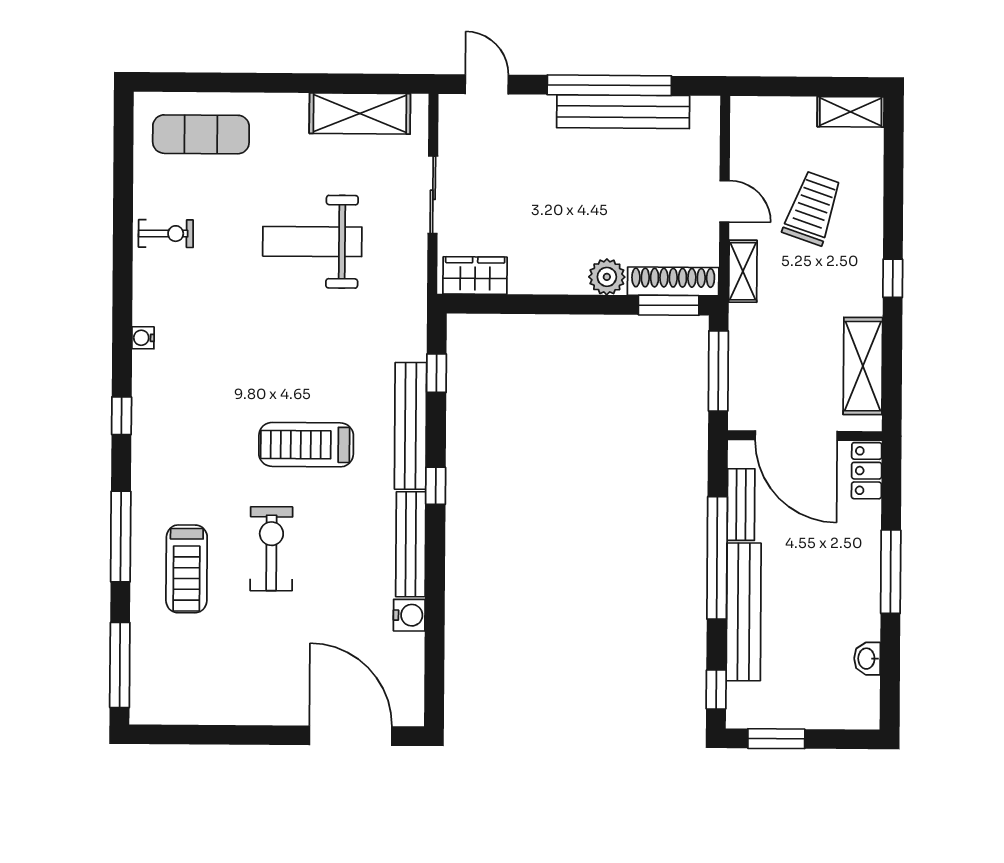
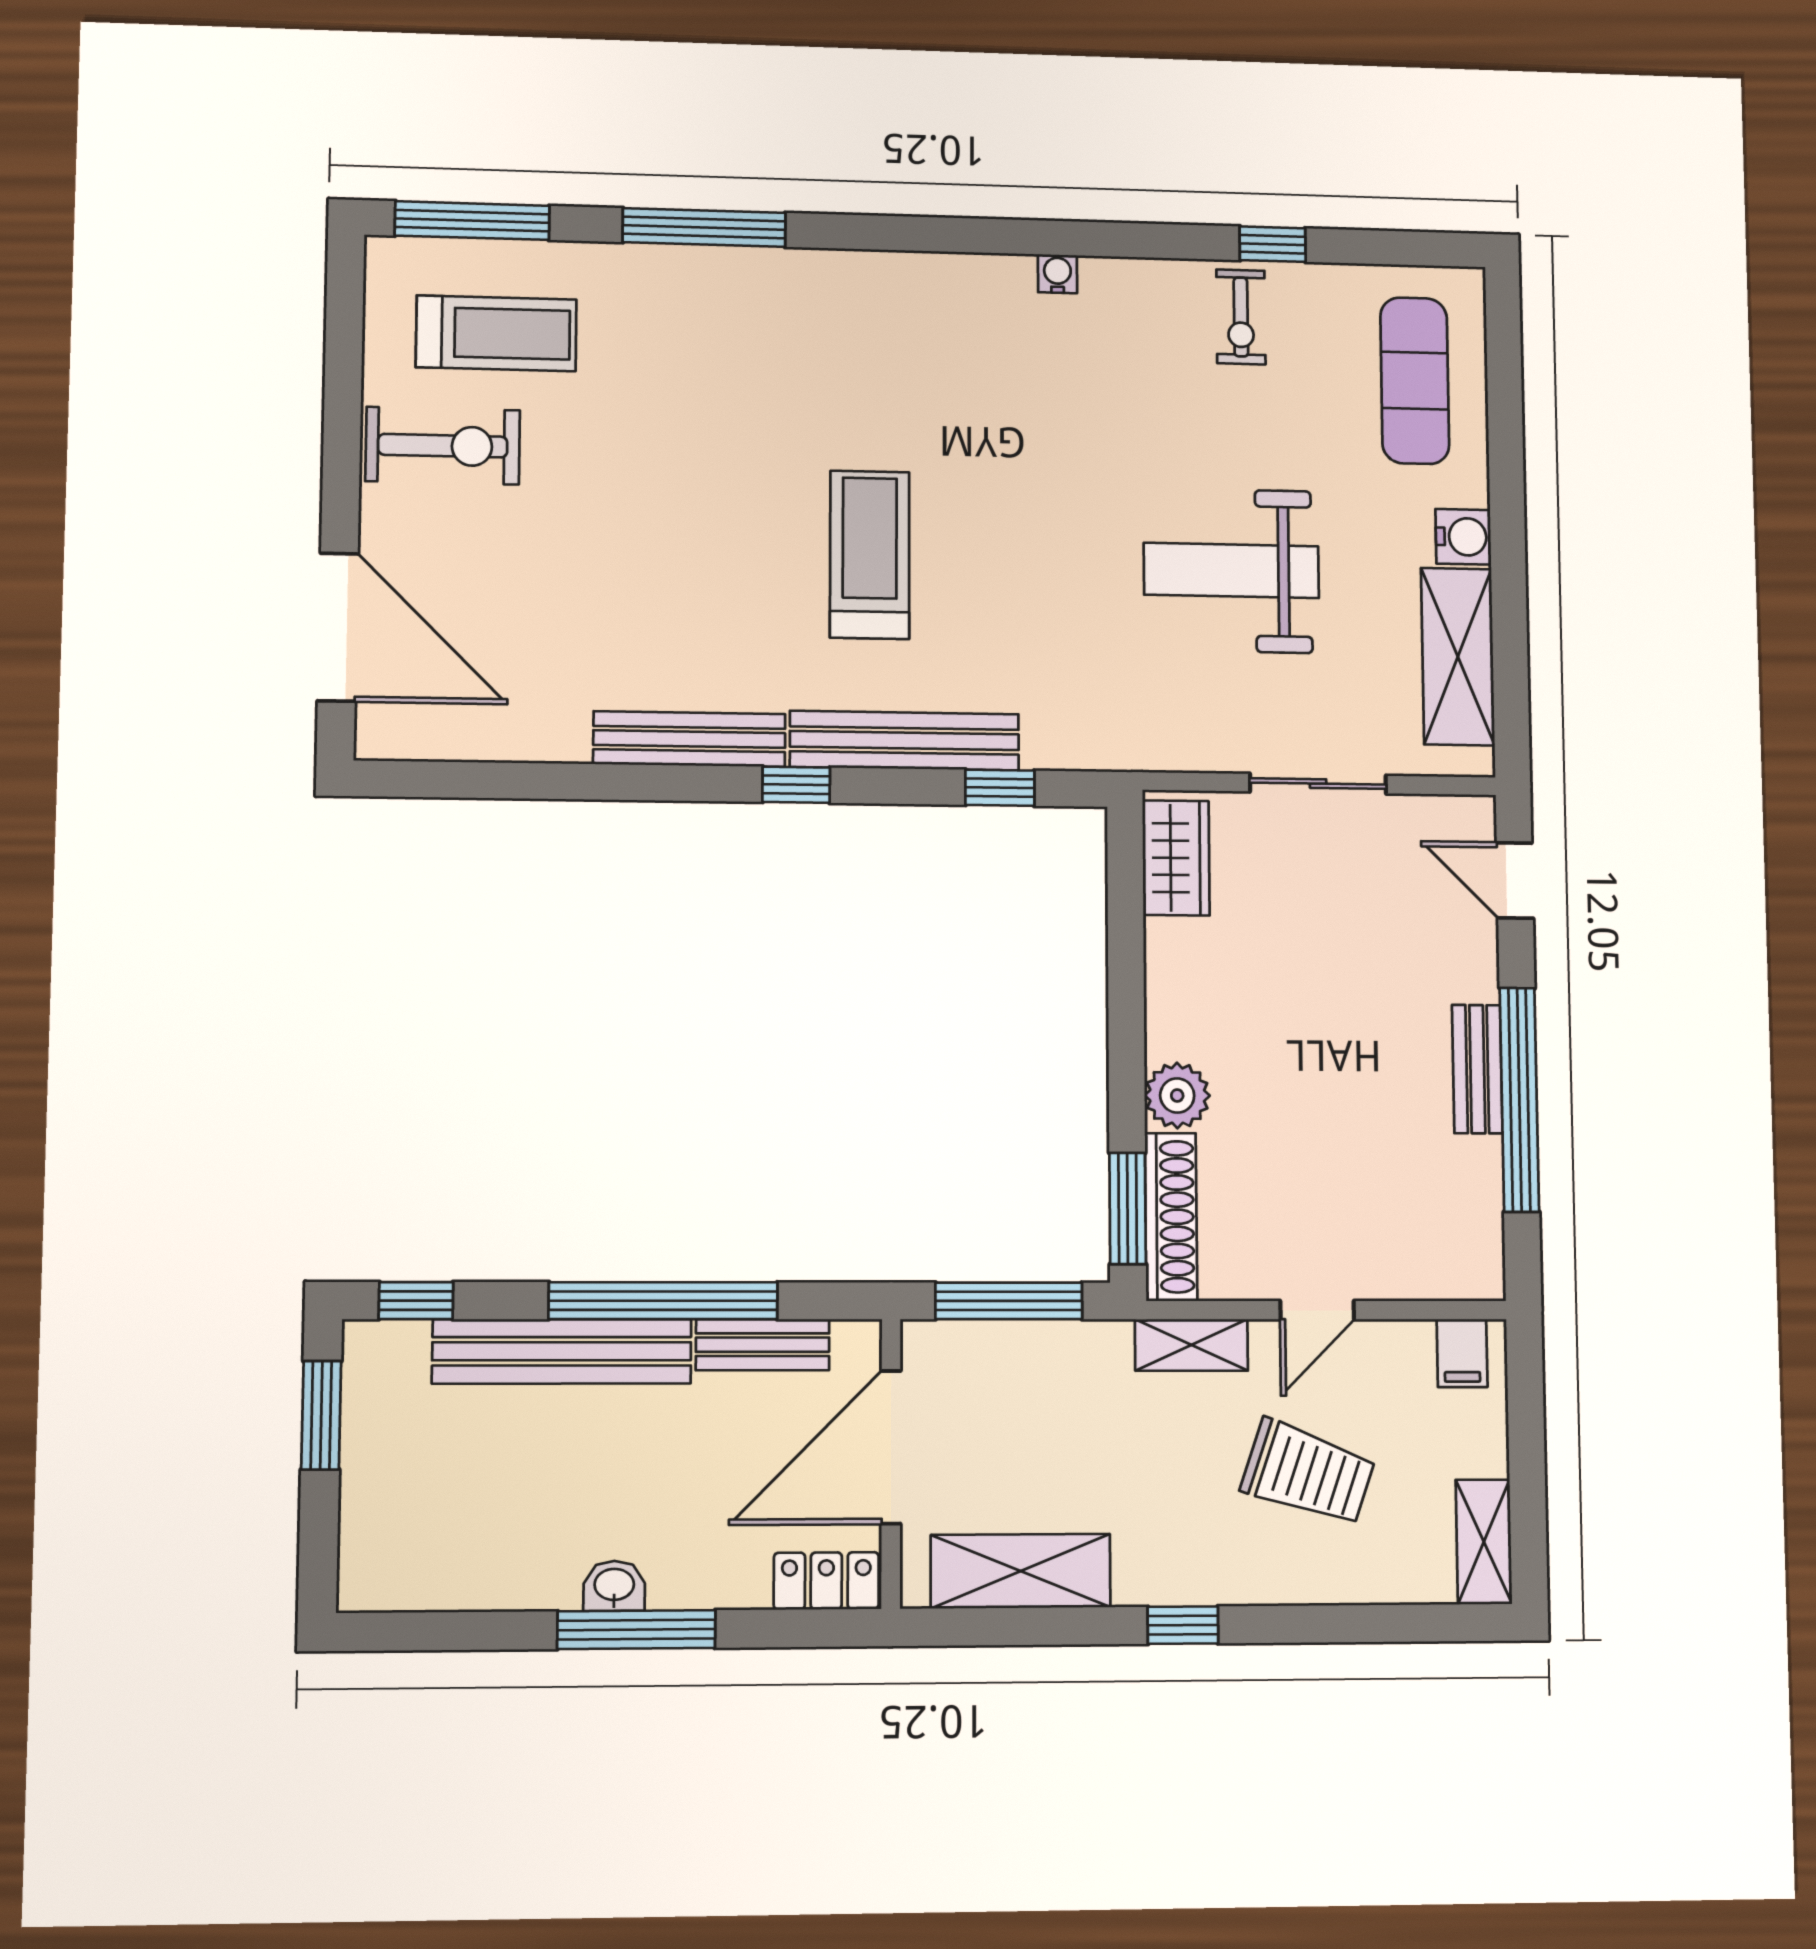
door: (487, 84) -> (1515, 880), swing flipped
bench: (623, 112) -> (1477, 1069), width x0.54, depth x0.82
filing cabinet: (748, 121) -> (1462, 1353), added
weight bench: (312, 242) -> (1231, 570), turned -90
window: (122, 416) -> (1273, 244), moved
exercise bike: (271, 549) -> (443, 446), moved
treadmill: (187, 569) -> (496, 333), moved, turned 180
water cooler: (409, 615) -> (1463, 537), moved, turned -90
washbasin: (867, 659) -> (614, 1586), moved
door: (351, 736) -> (338, 627), hinge flipped

